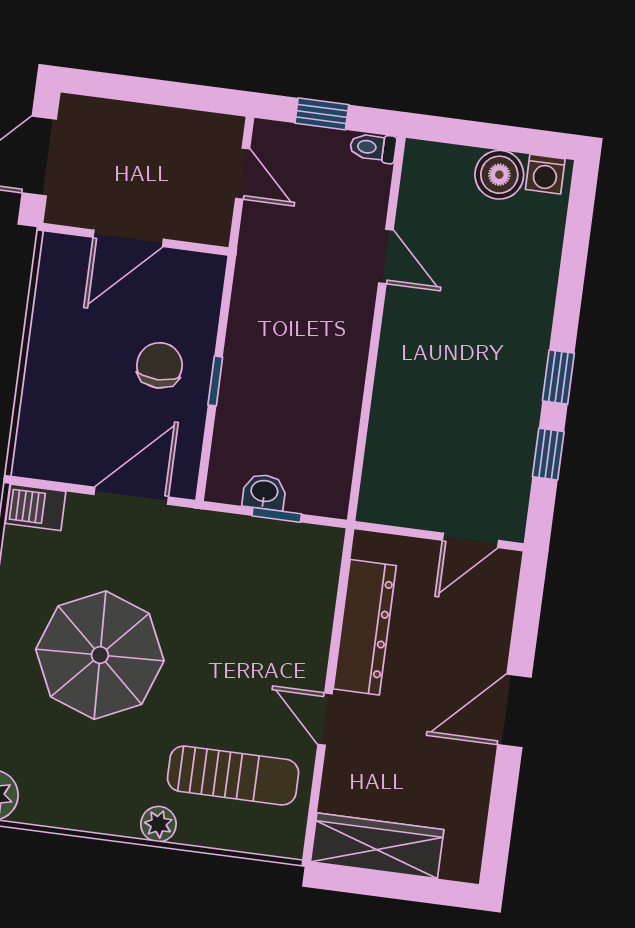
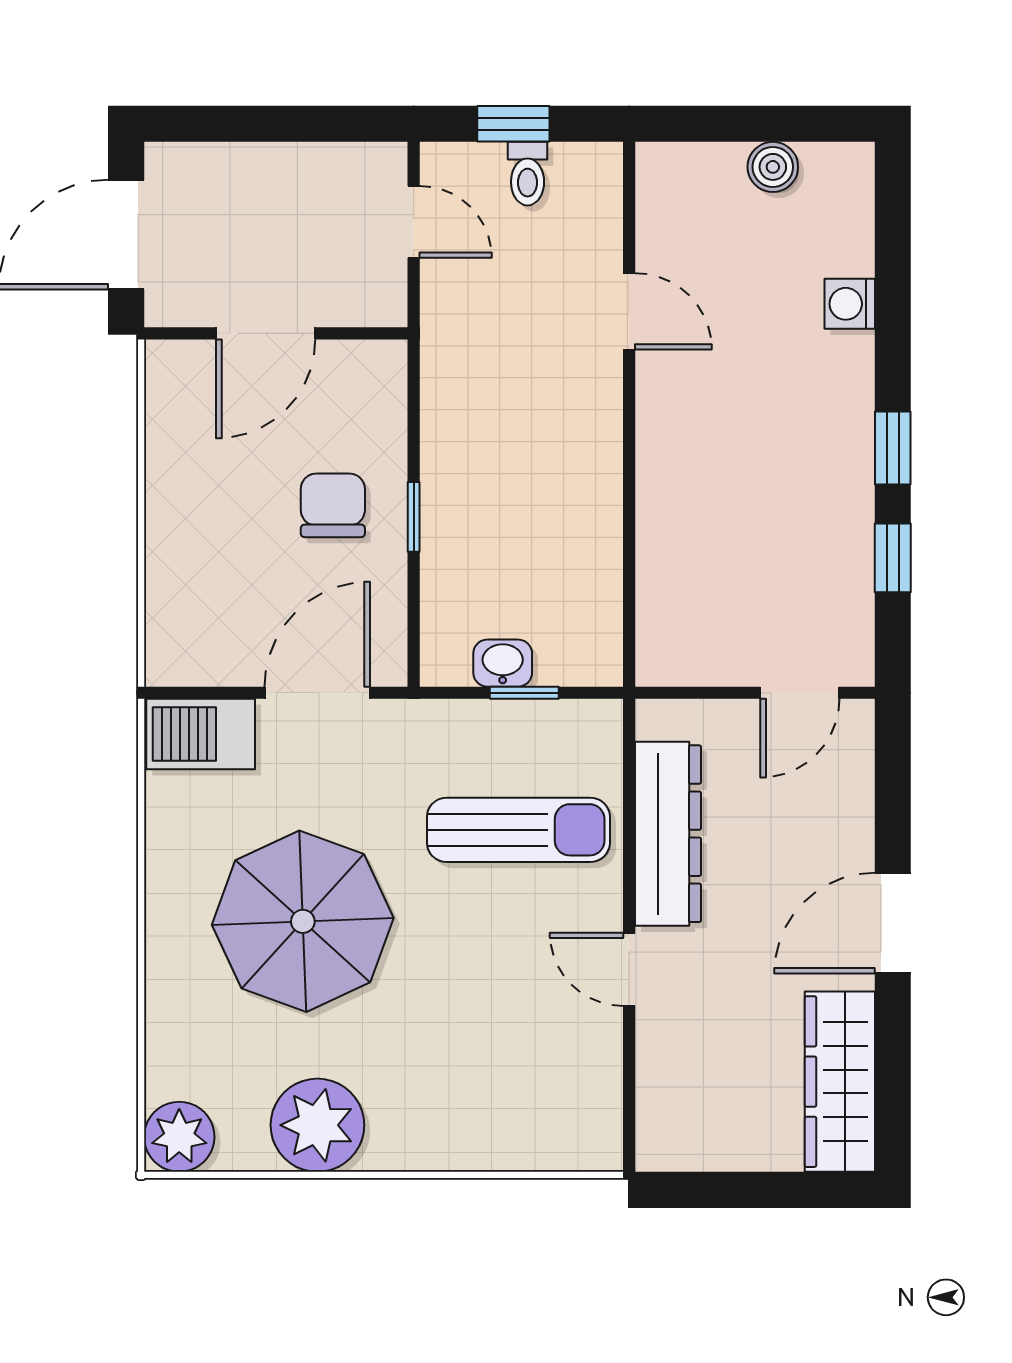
toilet: (373, 148) -> (528, 174), moved, turned -90
washing machine: (545, 174) -> (850, 304), moved, turned 90
boiler: (499, 175) -> (773, 167), width x0.73, depth x0.73
barbecue: (36, 507) -> (201, 734), width x1.38, depth x1.27
sun lounger: (233, 775) -> (518, 830), moved
plant: (158, 824) -> (317, 1125), moved, width x1.87, depth x1.87
wardrobe: (377, 846) -> (840, 1082), moved, turned -90

